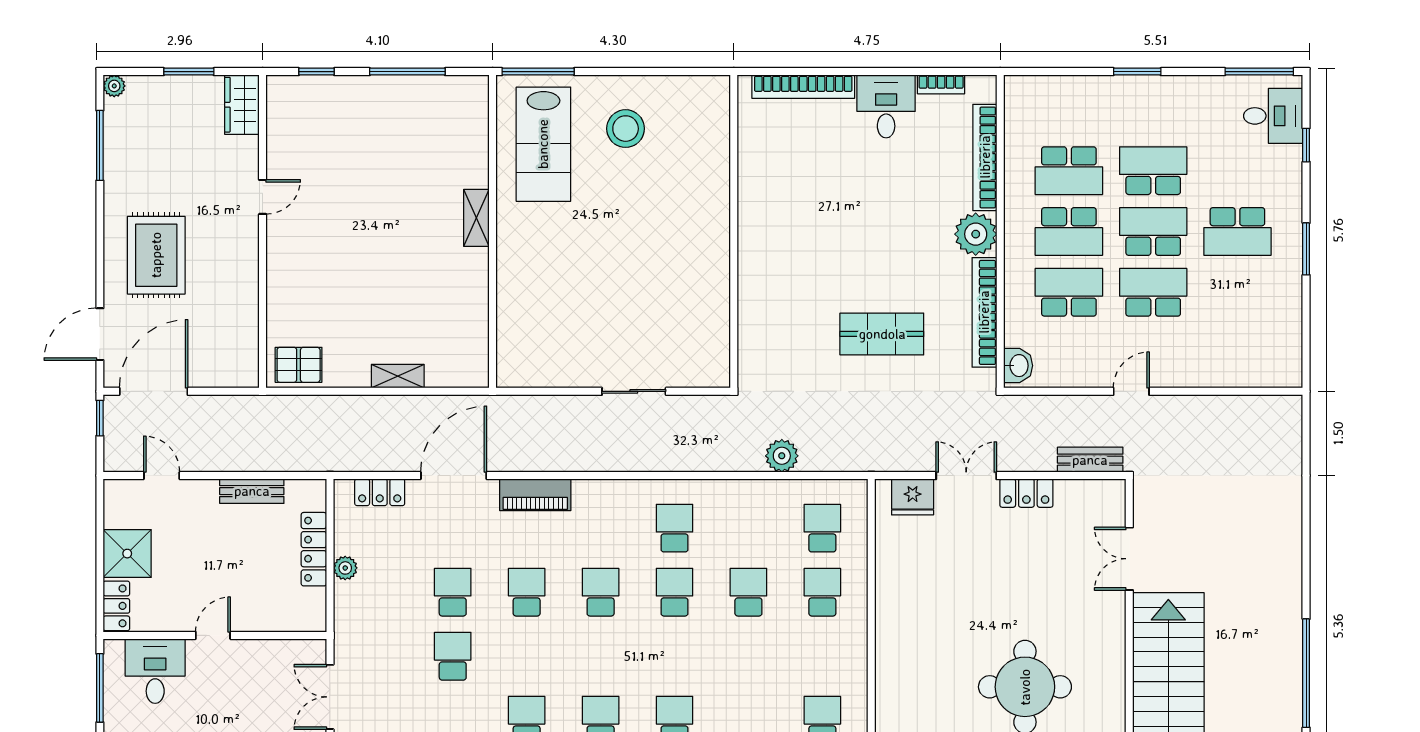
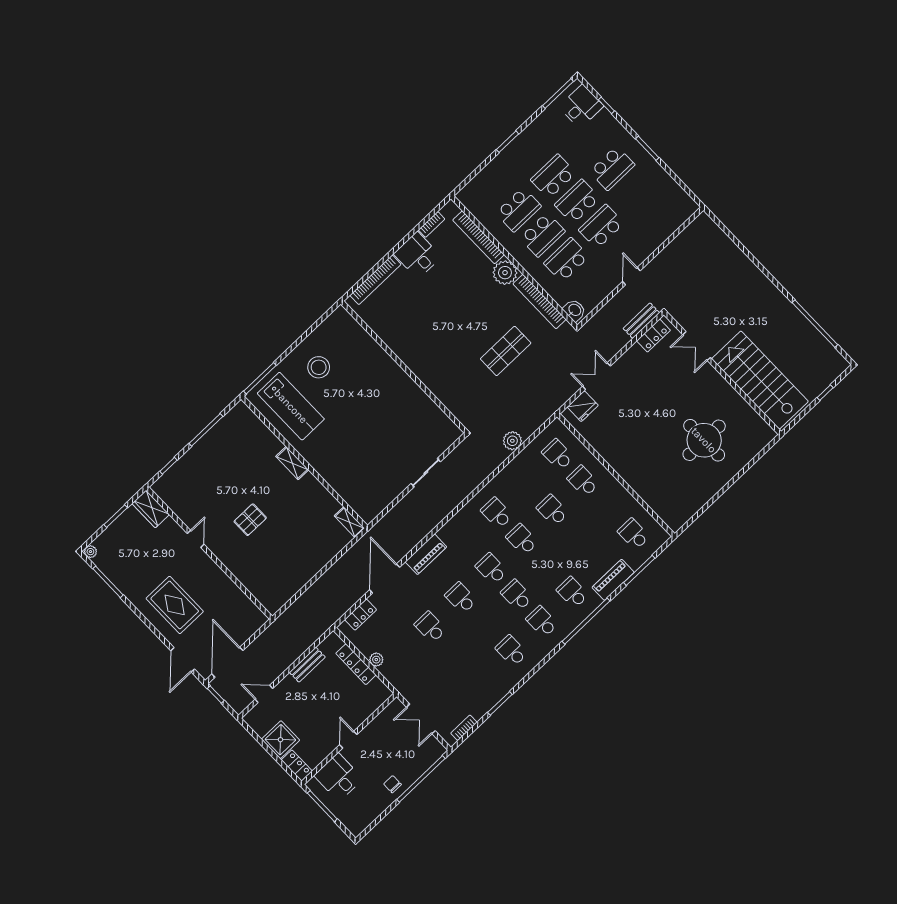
pallet: (299, 365) -> (250, 520), moved
shelving: (398, 376) -> (349, 522), moved, turned 90
locker: (1026, 493) -> (653, 335), moved
school desk: (453, 656) -> (517, 595), moved

